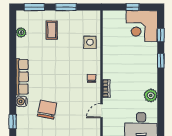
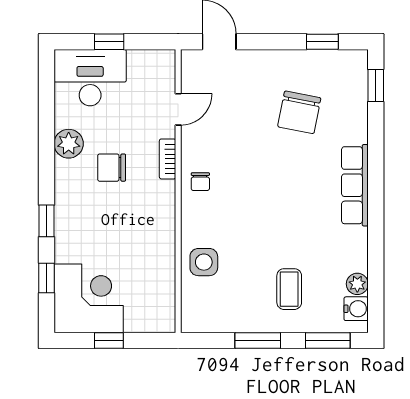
chair: (131, 85) -> (112, 168), added
water cooler: (22, 101) -> (356, 309), moved

